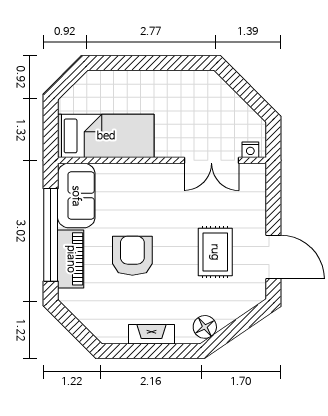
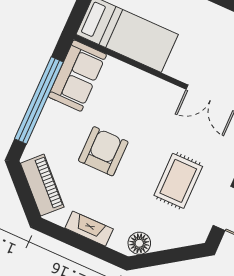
piano: (71, 259) -> (42, 185), moved, turned -45

